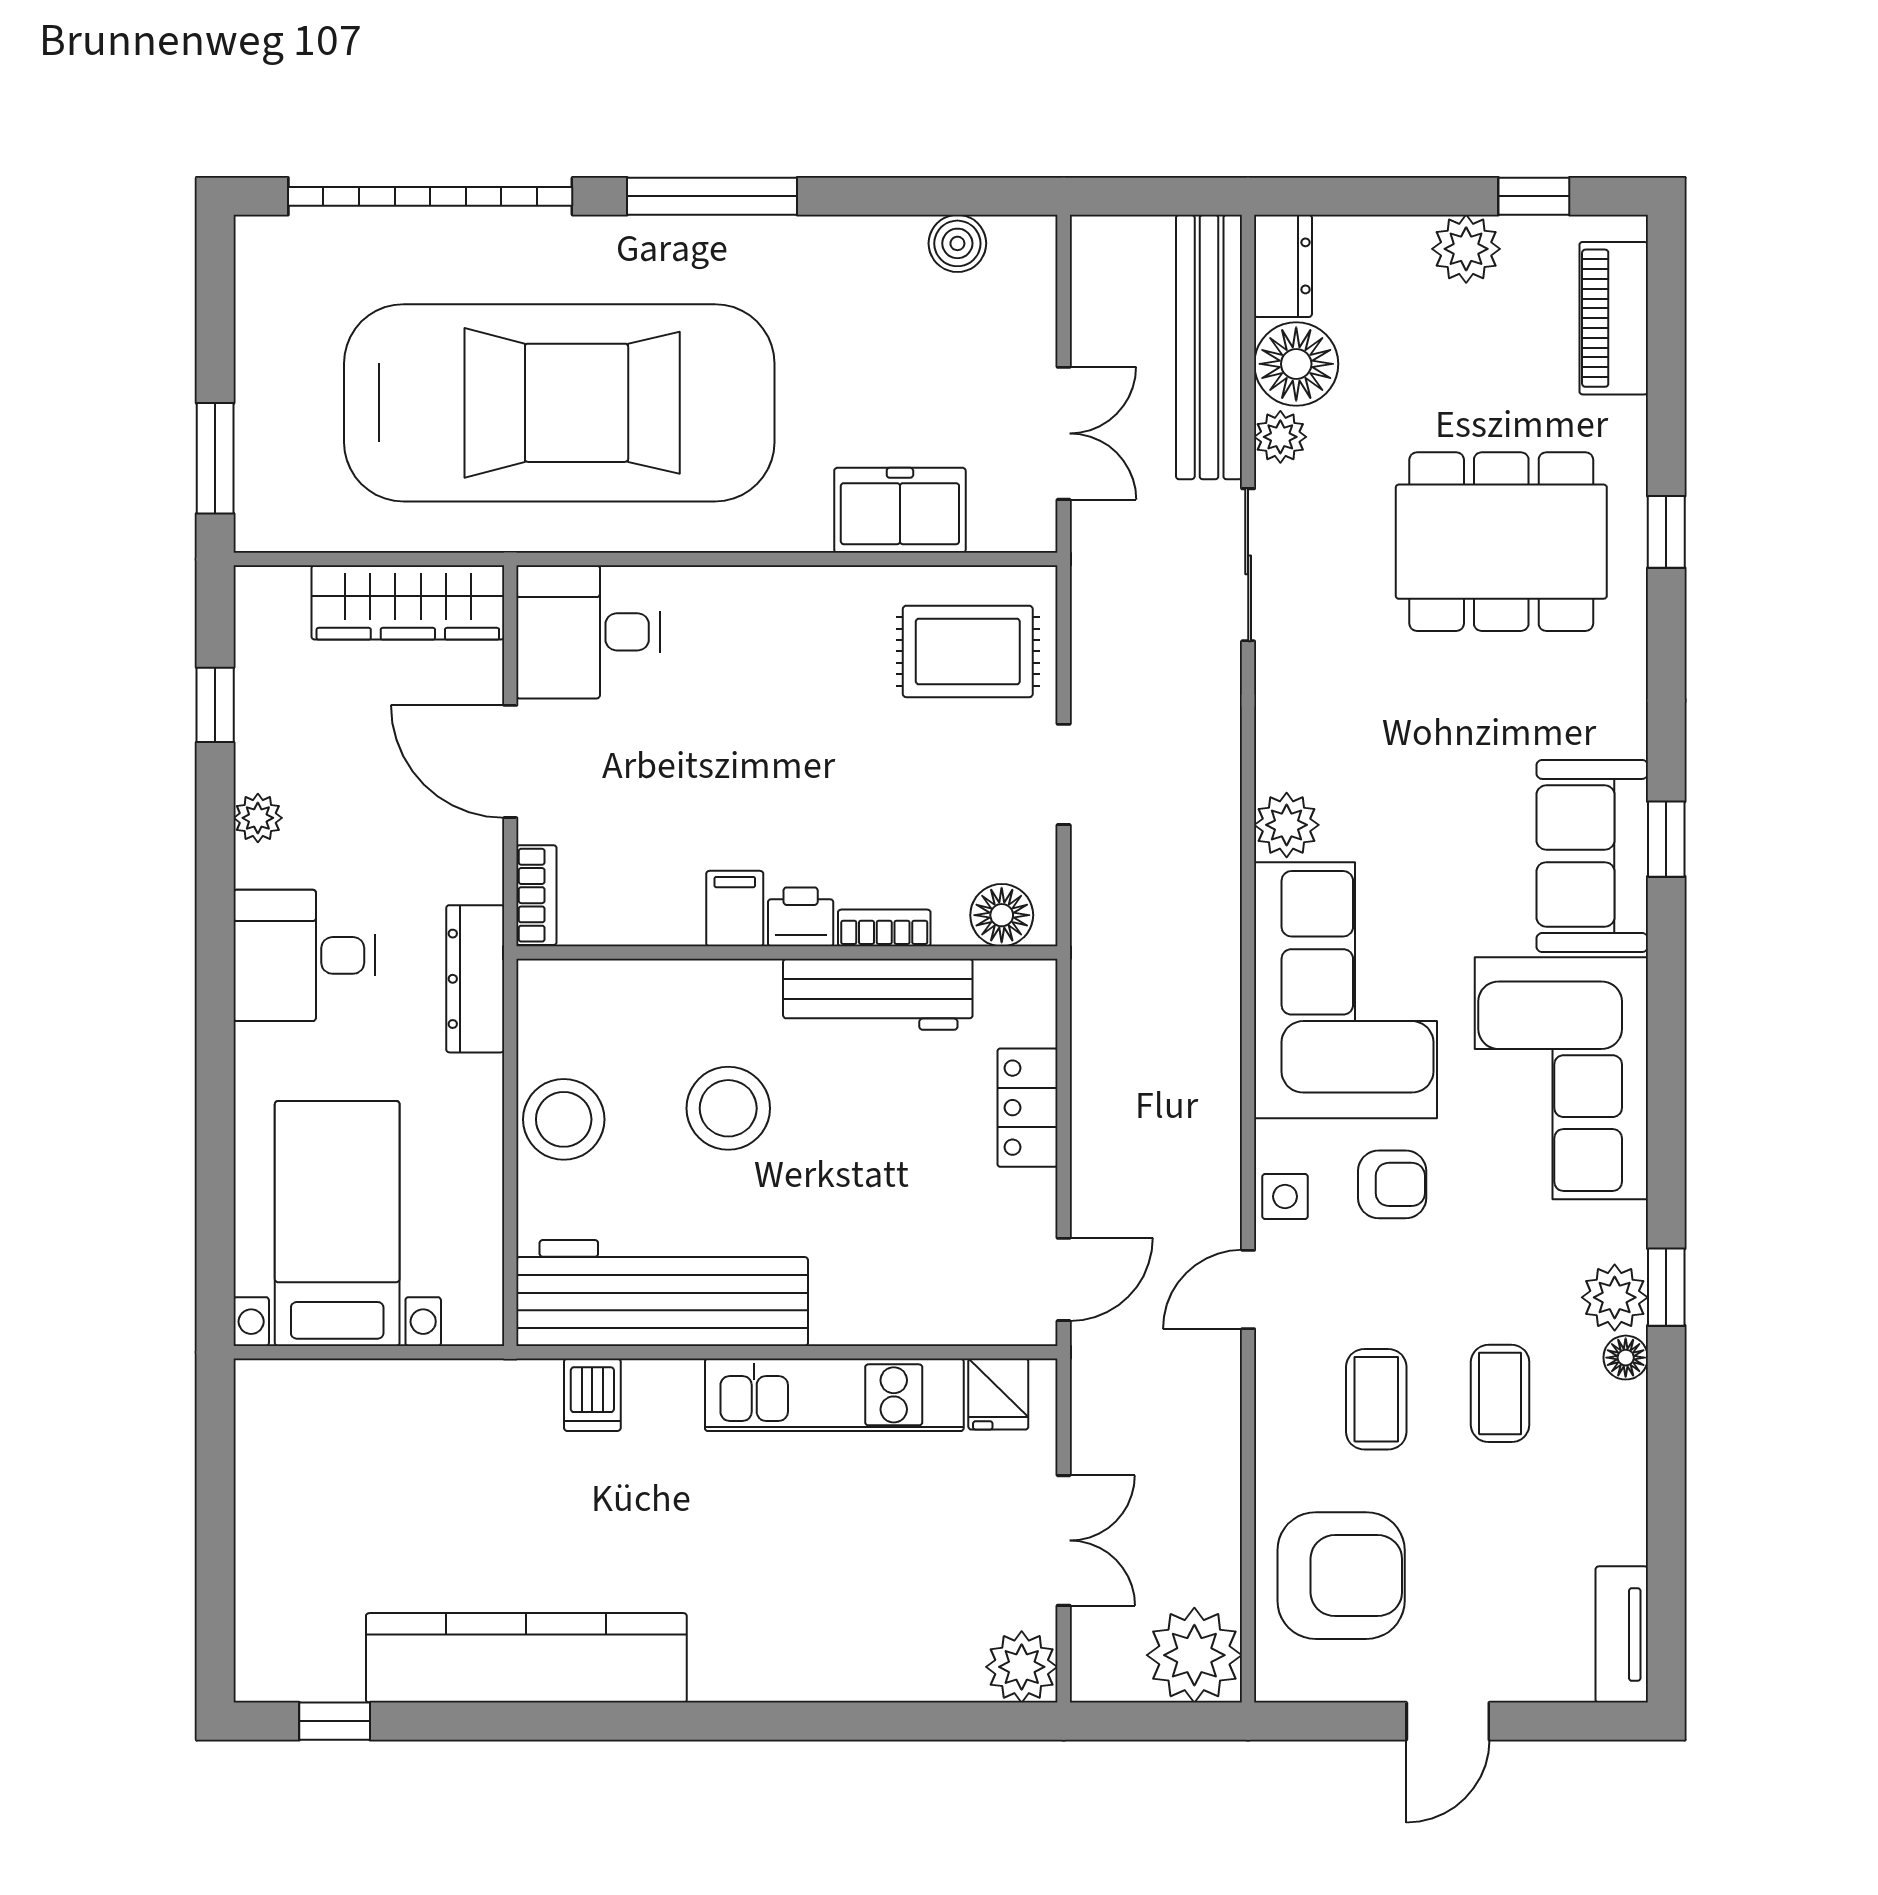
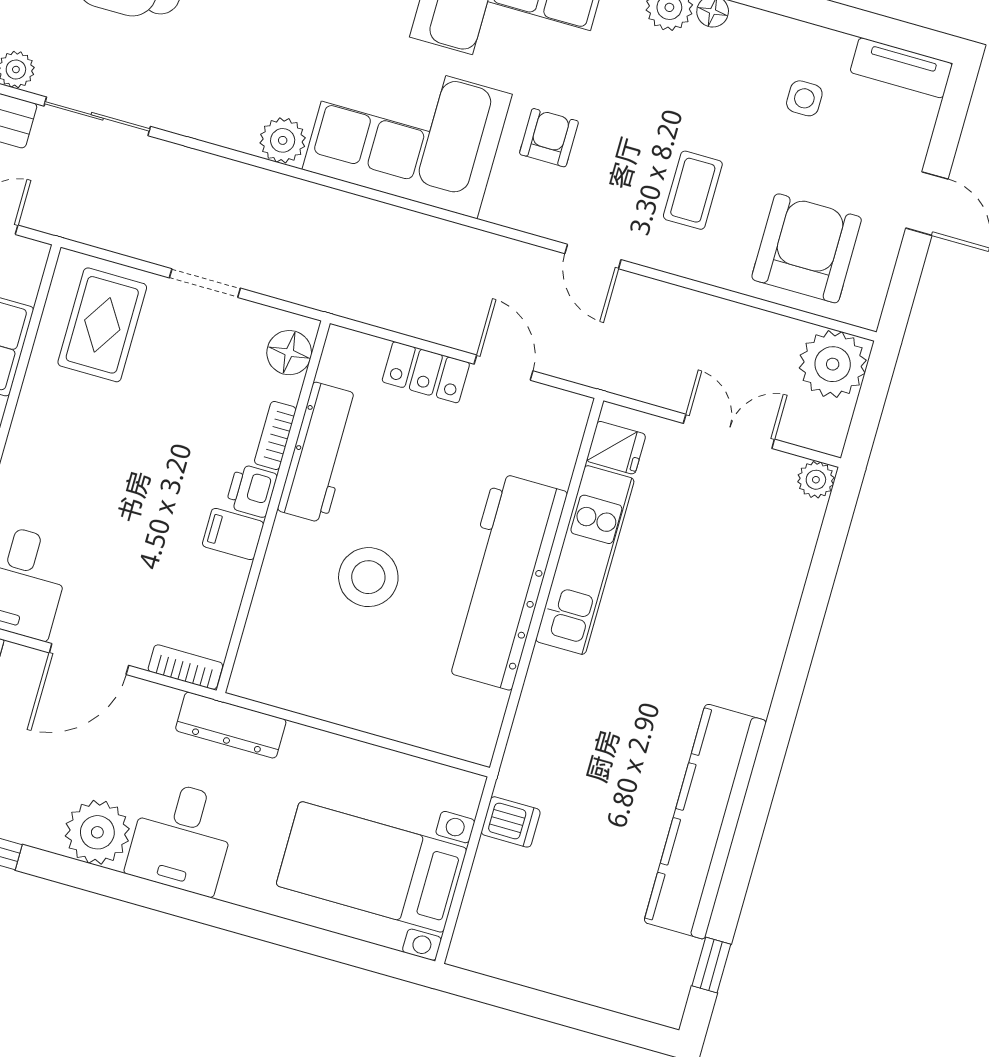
plant: (258, 818) -> (97, 832), width x1.87, depth x1.87
stool: (564, 1119) -> (344, 692), removed
side table: (1285, 1196) -> (804, 98), moved
door: (1064, 1279) -> (504, 368), moved
workbench: (662, 1293) -> (504, 581), moved
coffee table: (1500, 1393) -> (713, 104), removed
dishwasher: (592, 1395) -> (511, 822), moved
coffee table: (1376, 1399) -> (693, 190), turned 90
plant: (1022, 1667) -> (816, 480), width x0.73, depth x0.73

